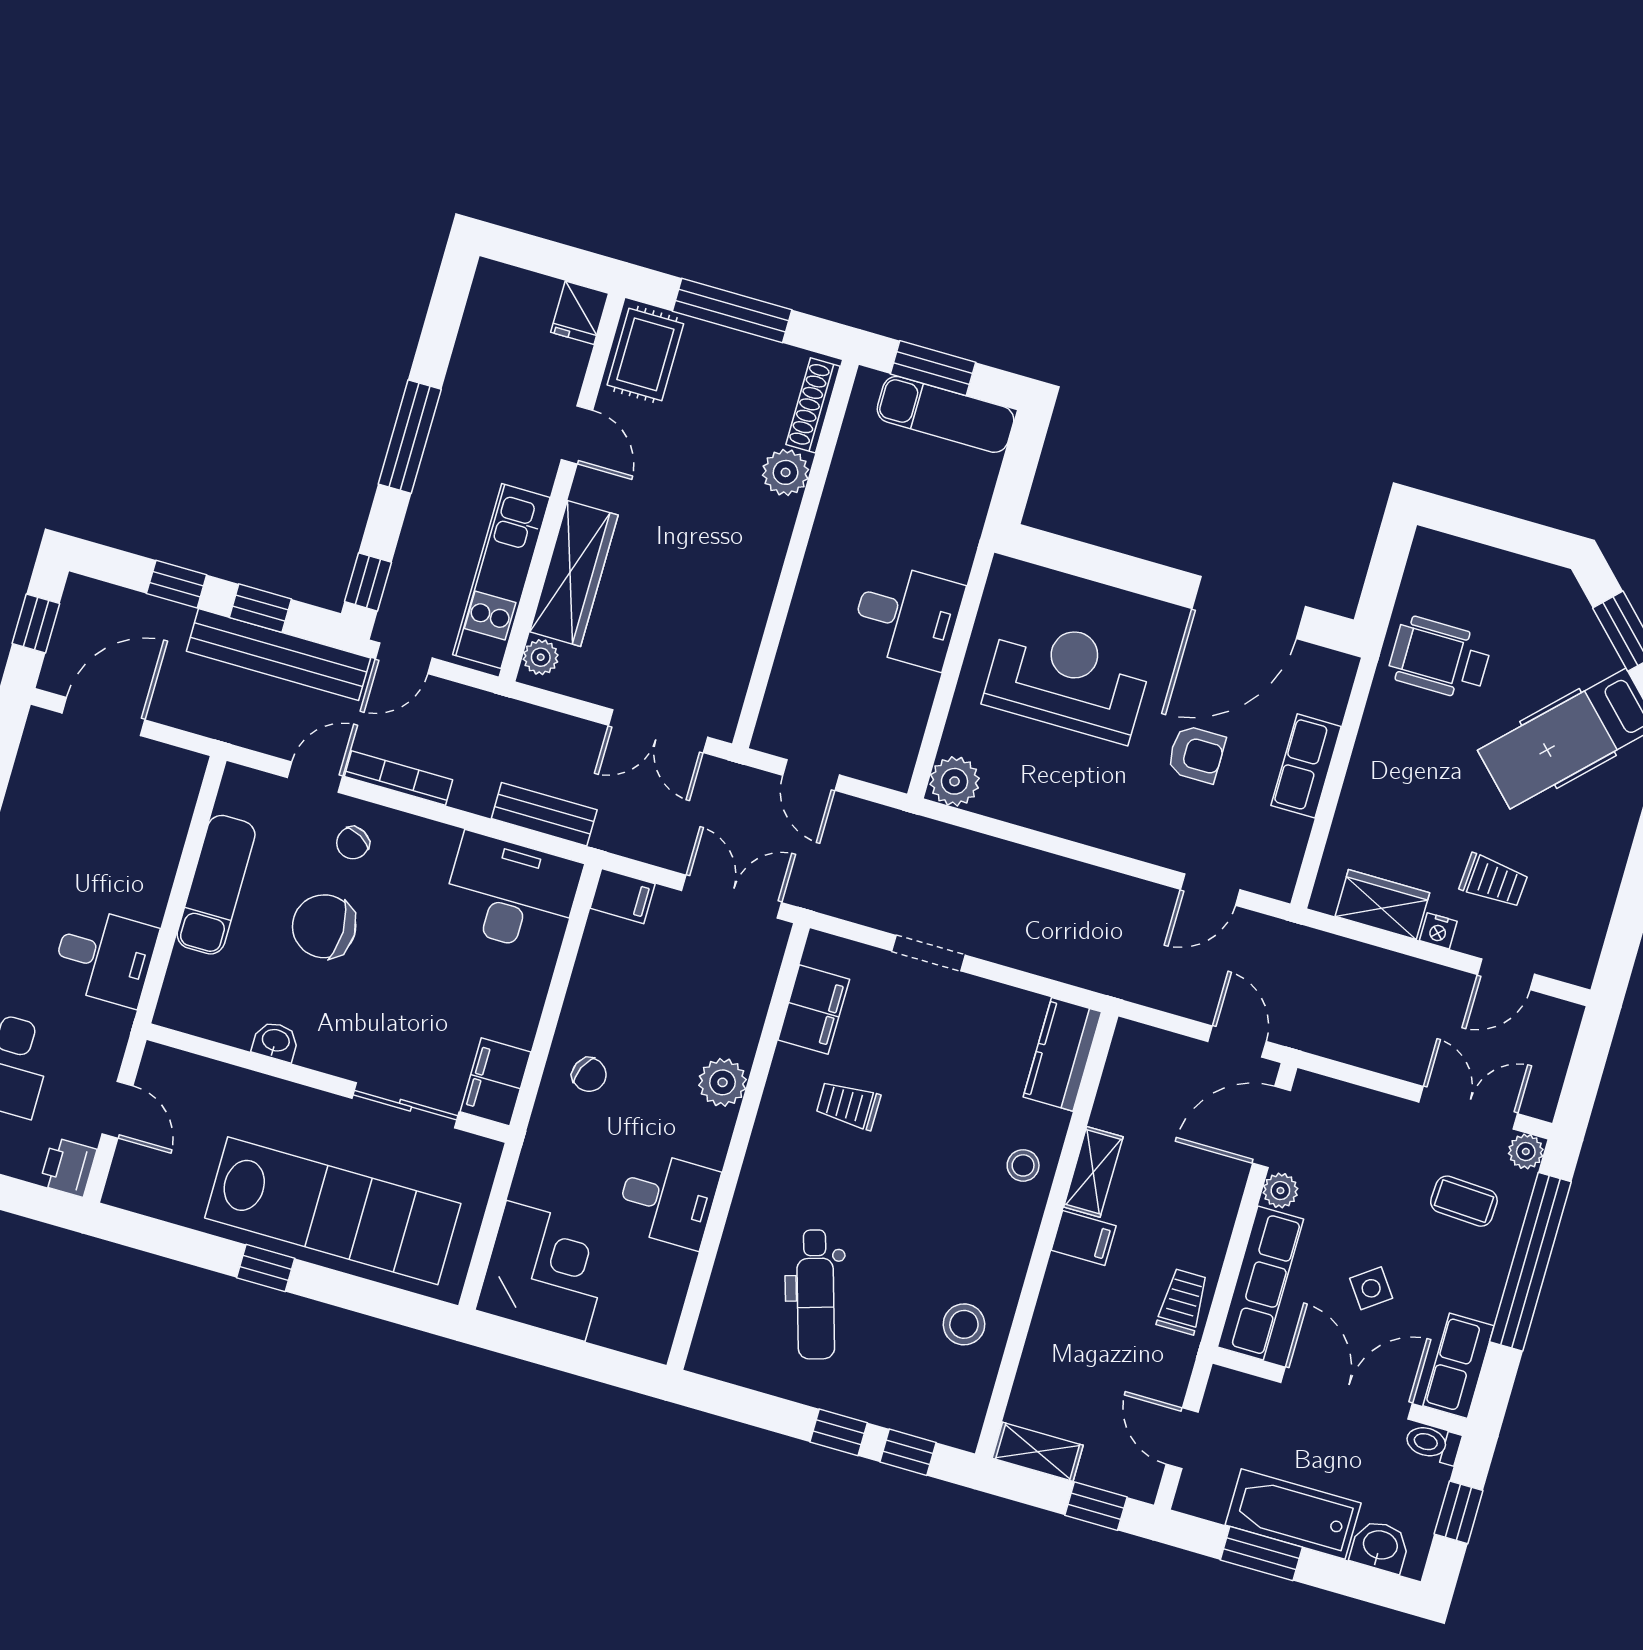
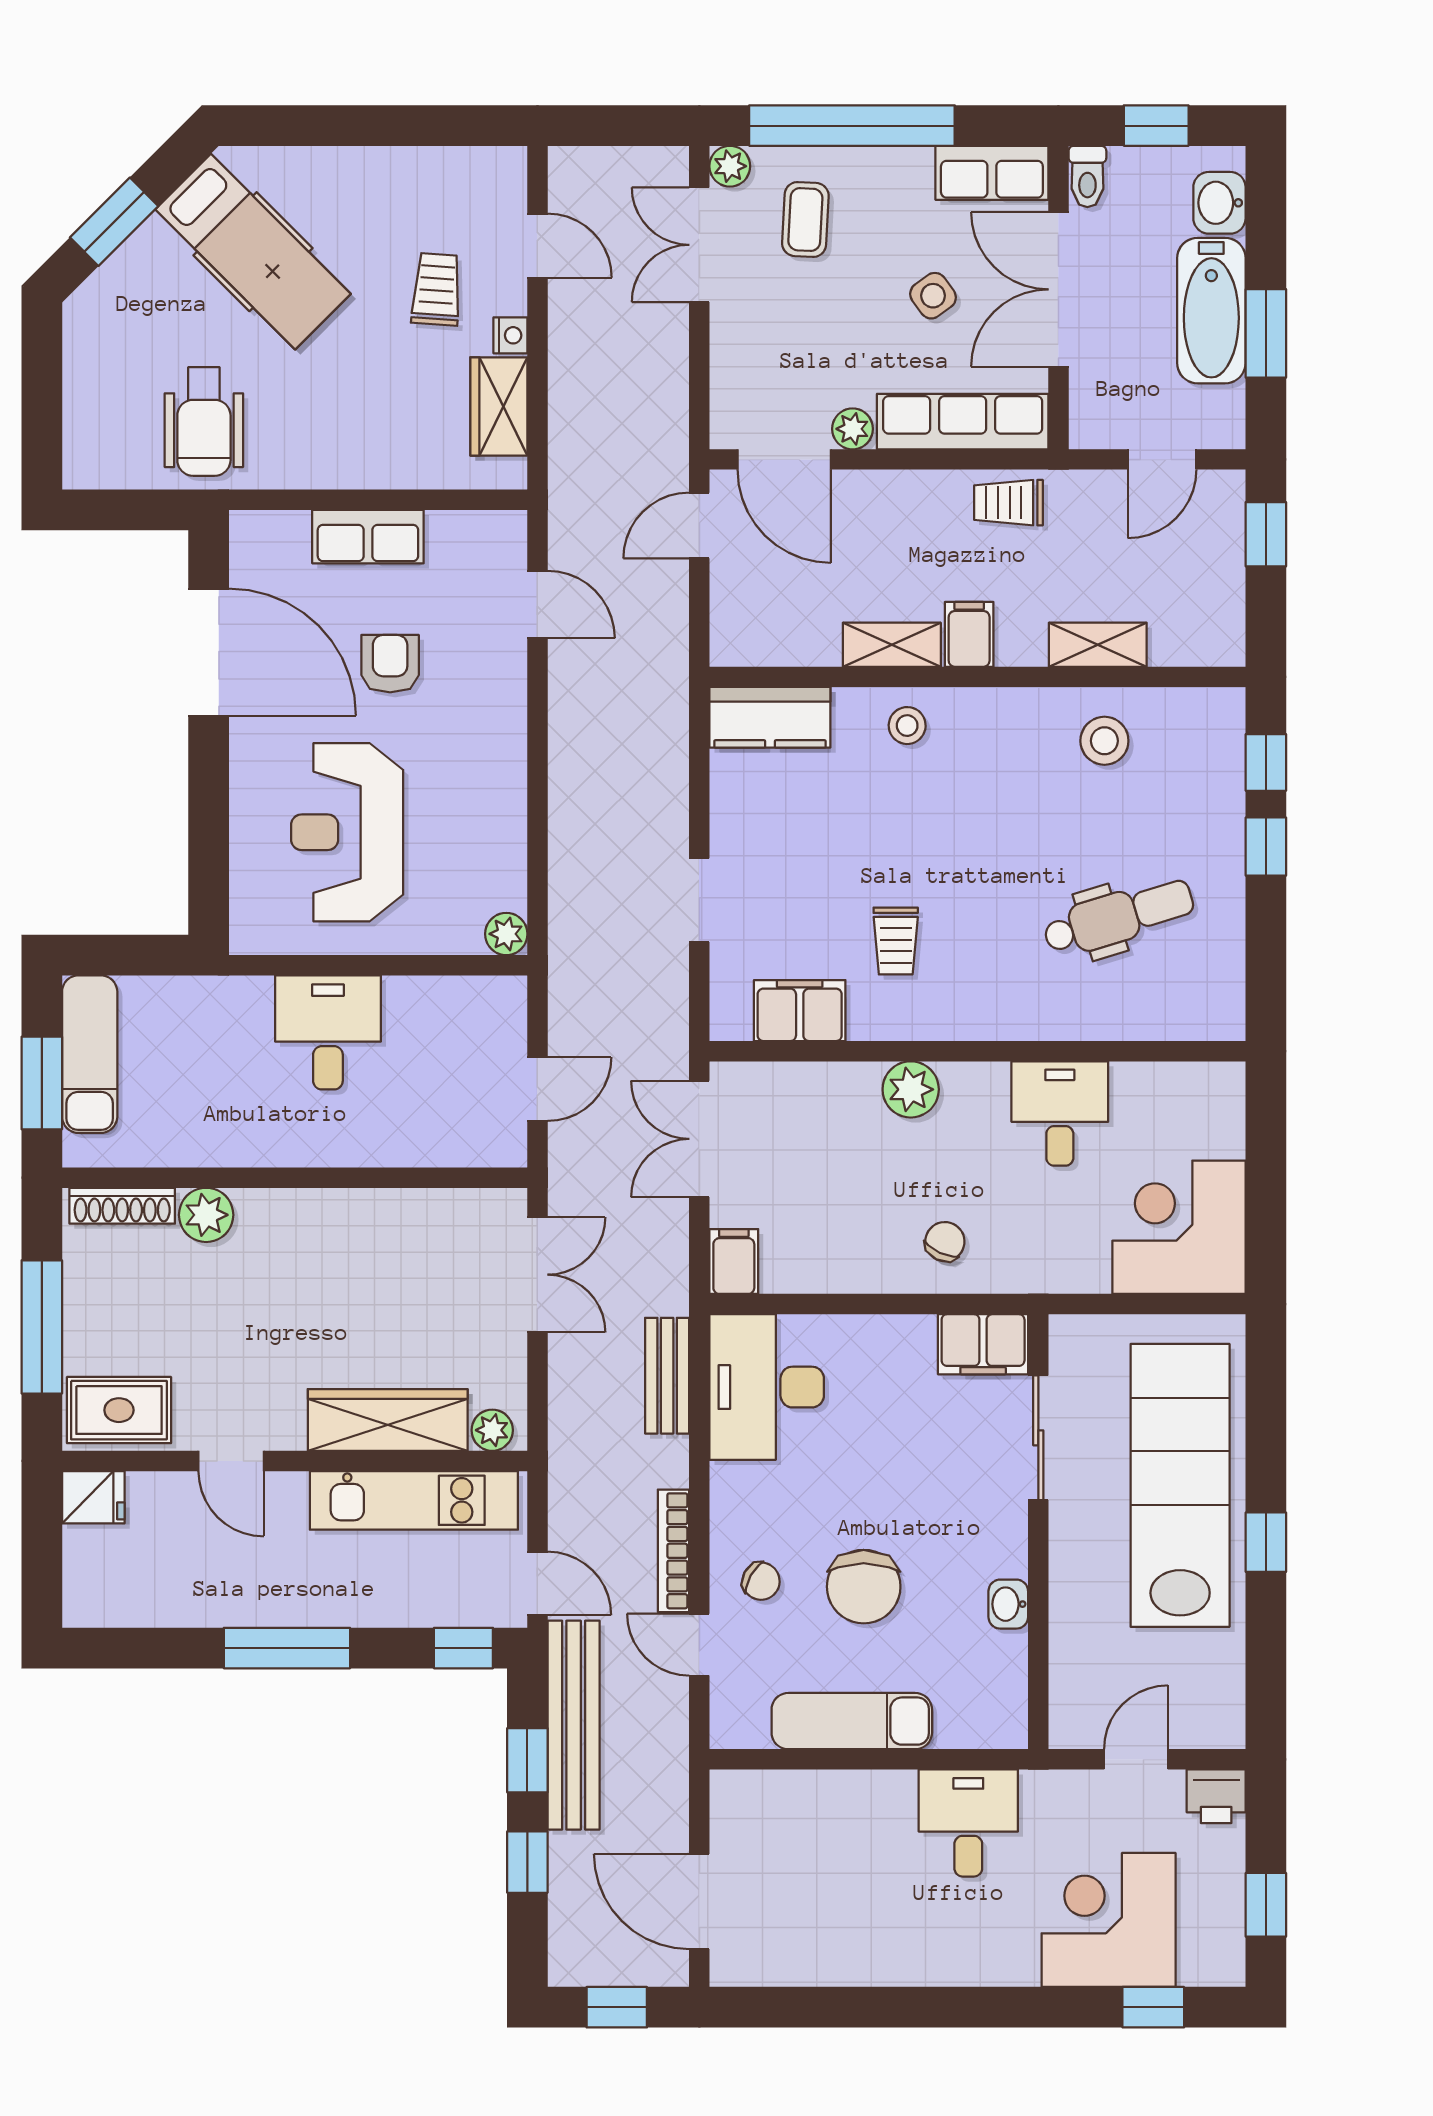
door: (577, 435) -> (231, 1461), swing flipped
plant: (955, 781) -> (506, 934), width x0.73, depth x0.73
shelving: (1038, 1452) -> (1098, 645), moved, turned 90

